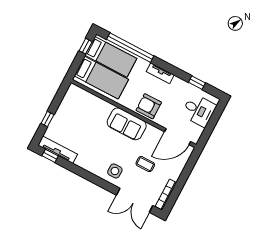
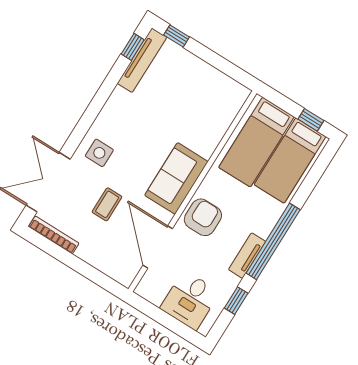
window: (130, 48) -> (273, 241), moved
tv unit: (160, 73) -> (247, 256), moved
window: (47, 119) -> (177, 36), moved
door: (178, 137) -> (158, 247), moved

